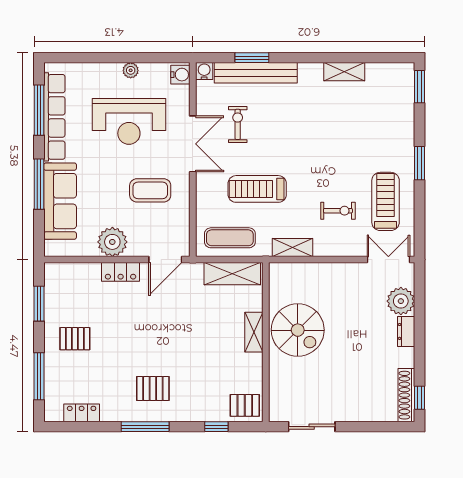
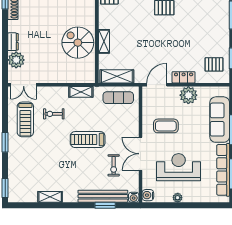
treadmill: (257, 189) -> (88, 140), moved, turned 180
pallet: (75, 339) -> (214, 64), moved

